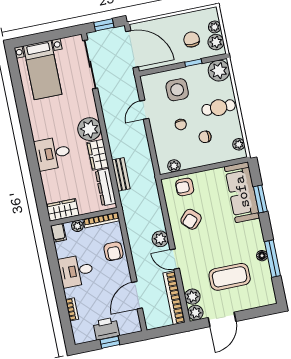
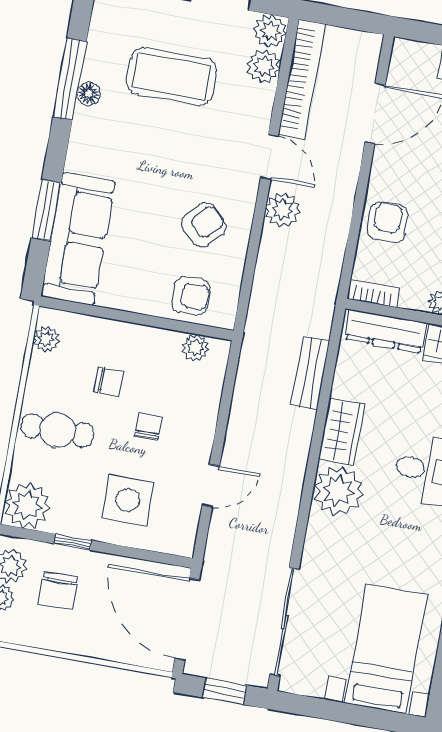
dresser: (106, 187) -> (386, 331), moved, turned 90
bookcase: (101, 220) -> (373, 293), width x0.64

